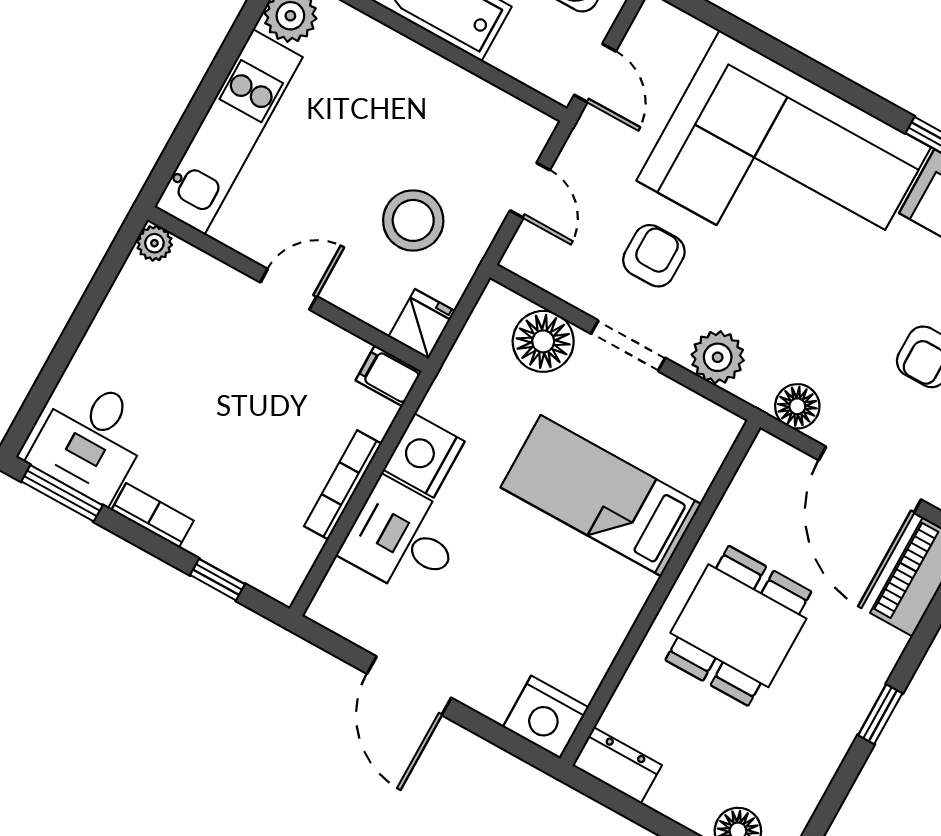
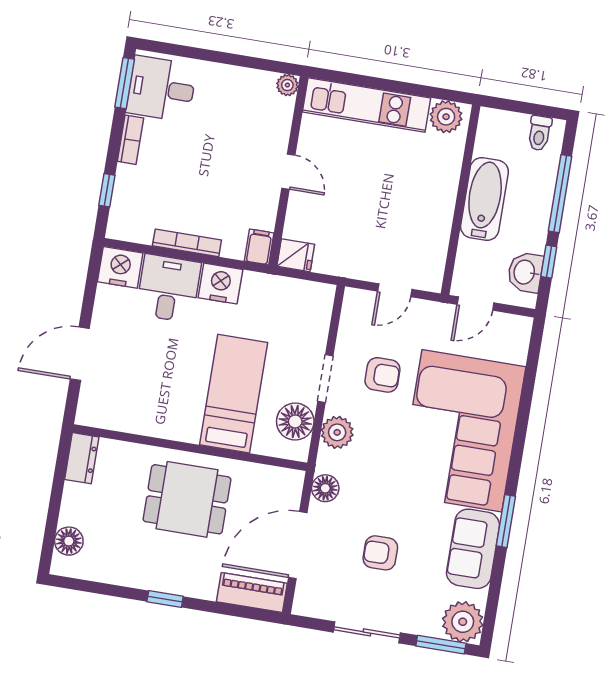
stool: (413, 220) -> (353, 229), removed
floor lamp: (543, 341) -> (295, 422), moved
door: (409, 686) -> (80, 354), moved
nightstand: (546, 717) -> (120, 267), moved, turned 90

